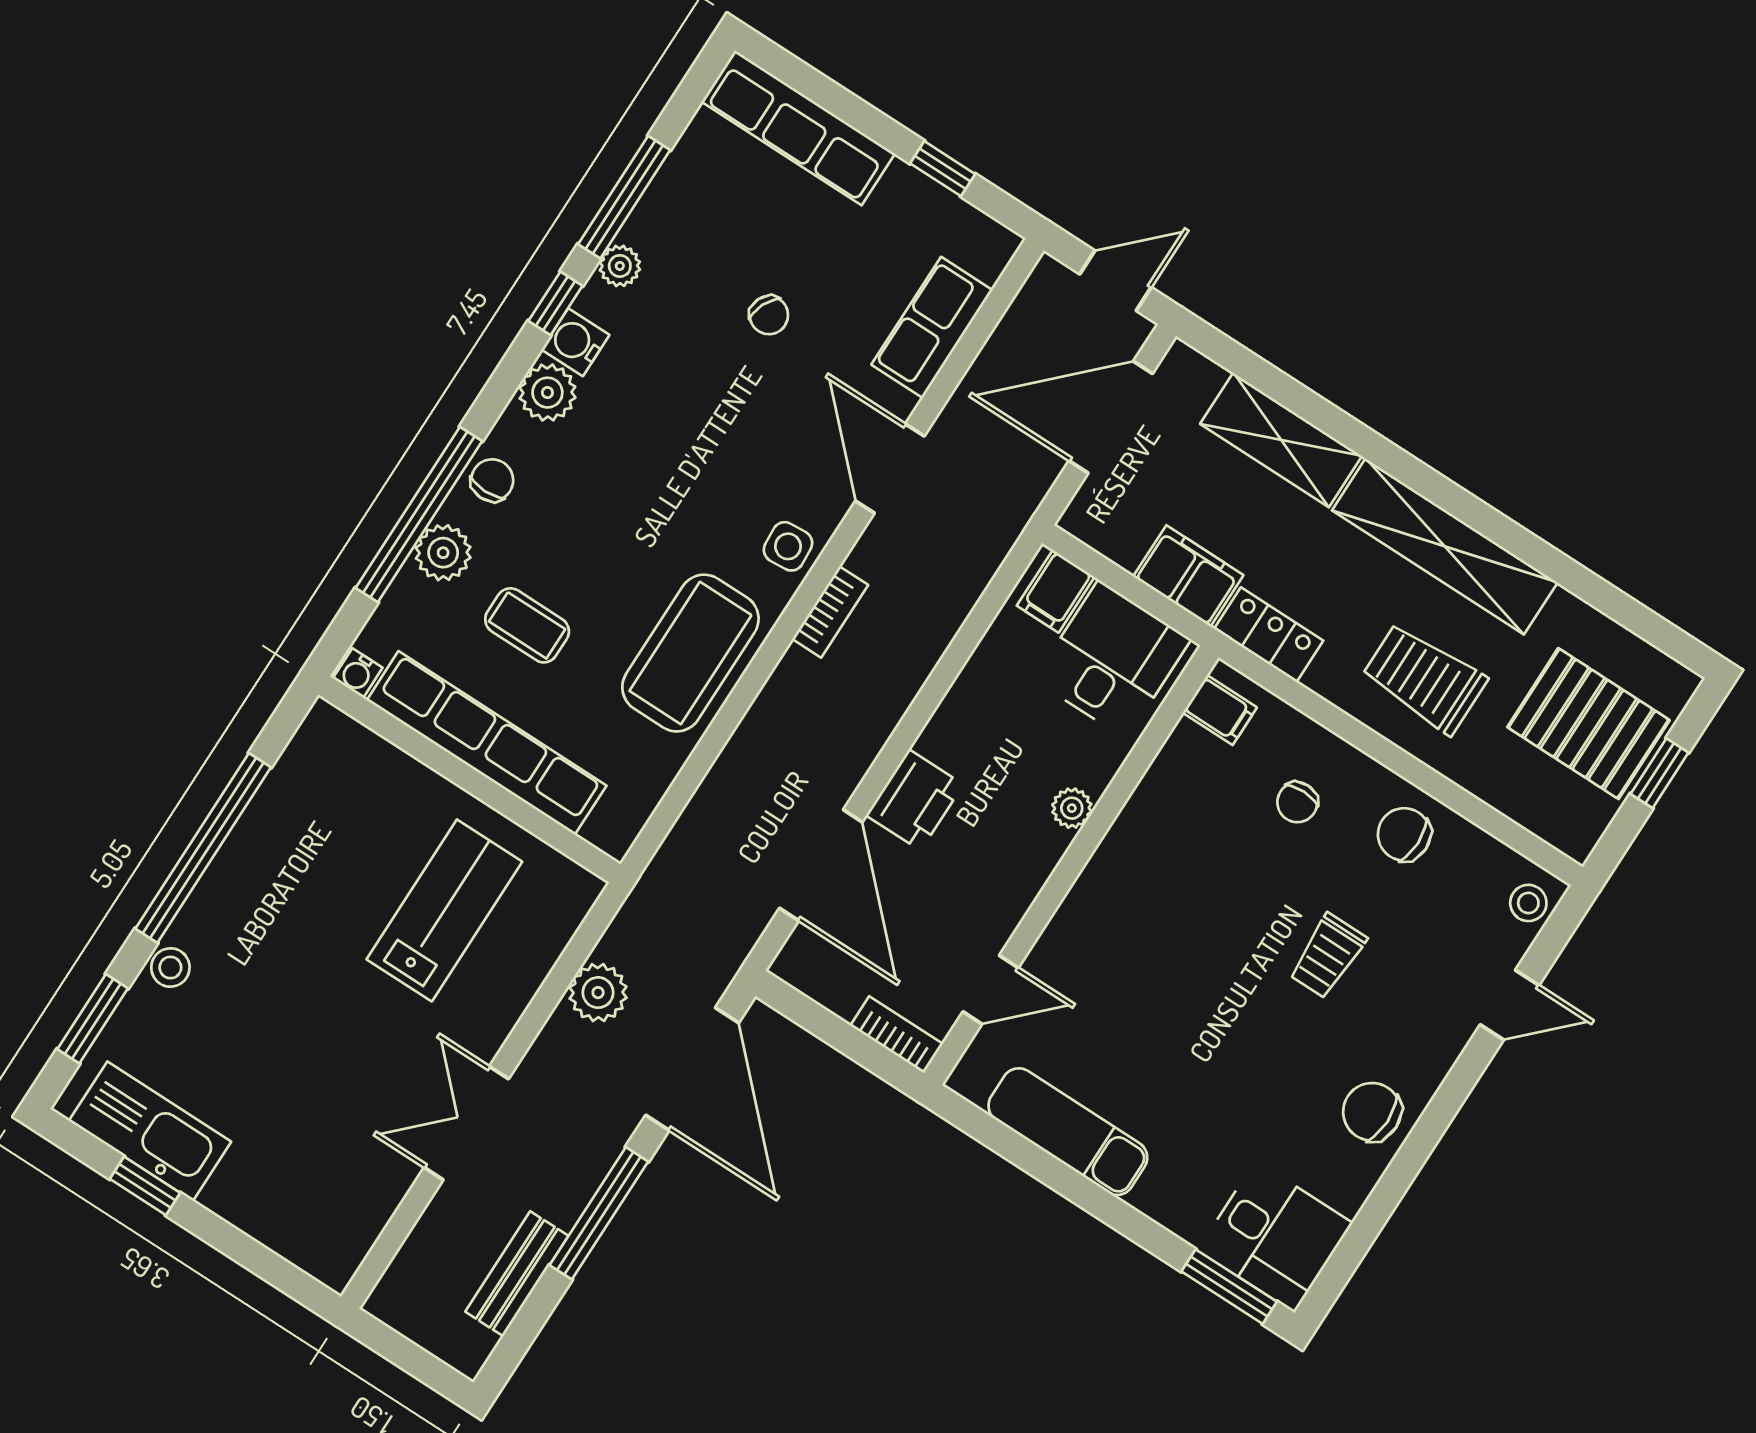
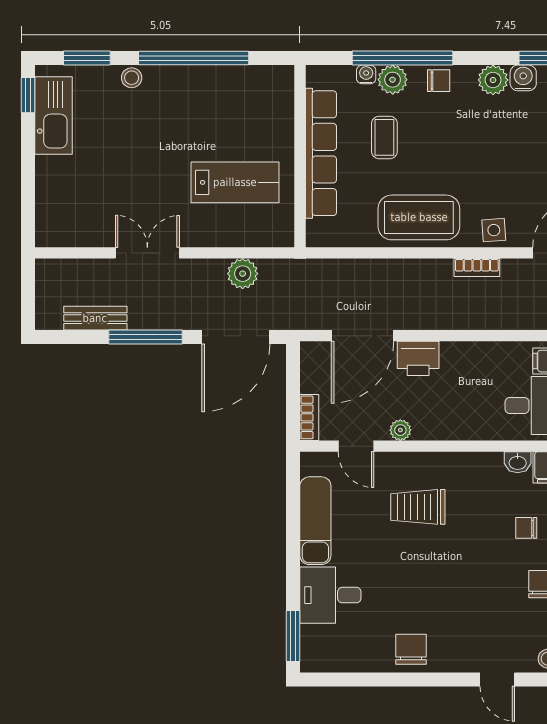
water cooler: (358, 673) -> (366, 74), moved, turned 90
washbasin: (1184, 748) -> (518, 462), added
plant: (1072, 808) -> (400, 430), moved
trolley: (1328, 956) -> (418, 507), moved, width x1.36, depth x1.39
window: (145, 1186) -> (28, 95), moved
desk: (1275, 1237) -> (330, 595), moved, turned 90

